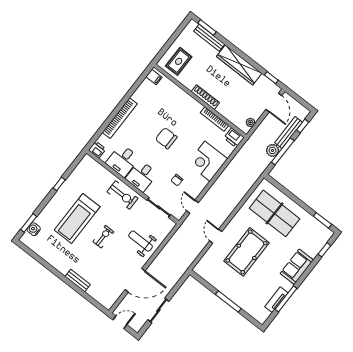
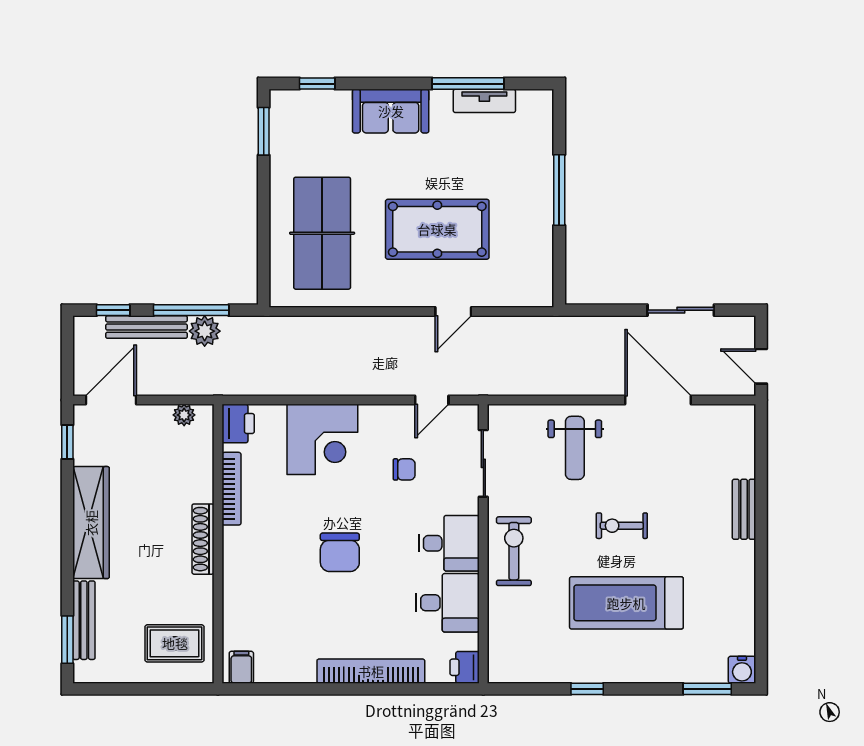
treadmill: (77, 218) -> (626, 603), turned 180
water cooler: (34, 229) -> (742, 670), moved

